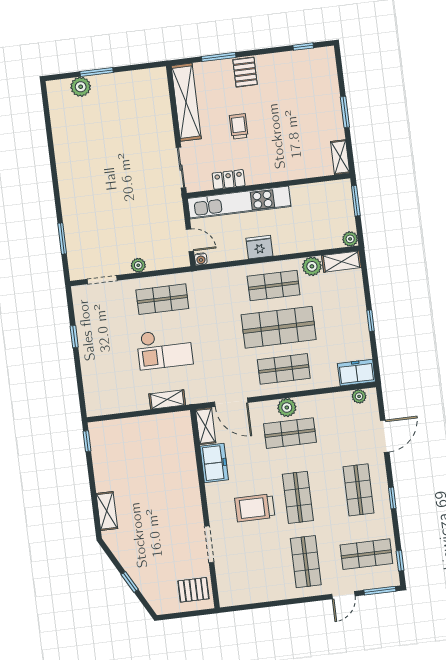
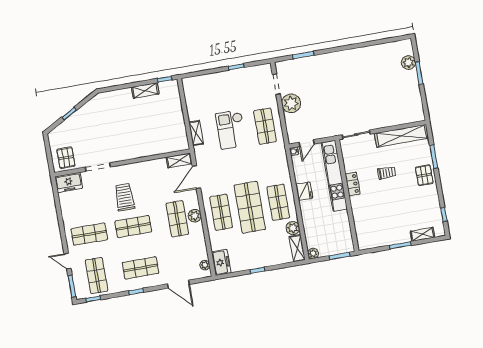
pallet: (245, 72) -> (424, 175), turned 90
shelving: (340, 157) -> (422, 234), moved
locker: (229, 179) -> (353, 184), moved
plant: (138, 265) -> (291, 103), width x1.88, depth x1.88
freezer: (214, 463) -> (69, 182), moved
shelving: (107, 511) -> (145, 90), moved

